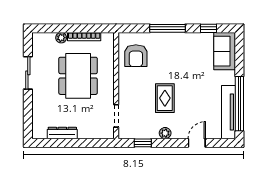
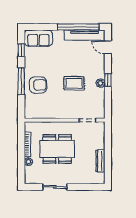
armchair: (136, 56) -> (38, 85), moved
window: (143, 143) -> (108, 80), moved
door: (197, 143) -> (108, 47), moved

